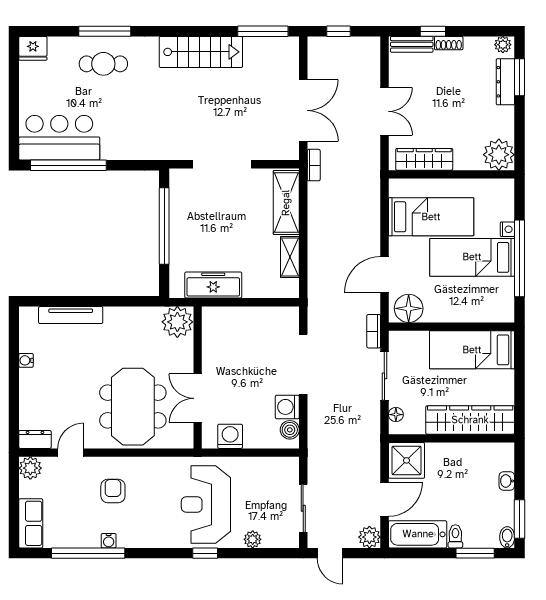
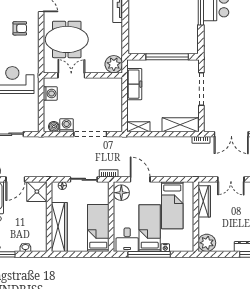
shelving: (290, 257) -> (138, 127), moved
desk: (493, 298) -> (127, 240), added
door: (384, 499) -> (15, 179), hinge flipped

